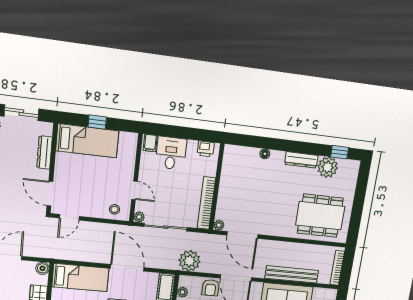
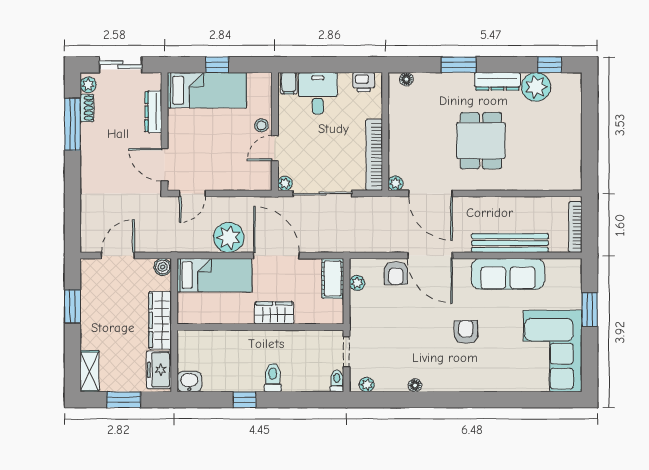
window: (276, 144) -> (459, 65), added
floor lamp: (265, 154) -> (406, 79), moved
door: (134, 190) -> (275, 148), swing flipped
stool: (114, 209) -> (262, 125), moved
dining table: (320, 216) -> (481, 141), moved, width x0.73
plant: (189, 261) -> (229, 237), moved

